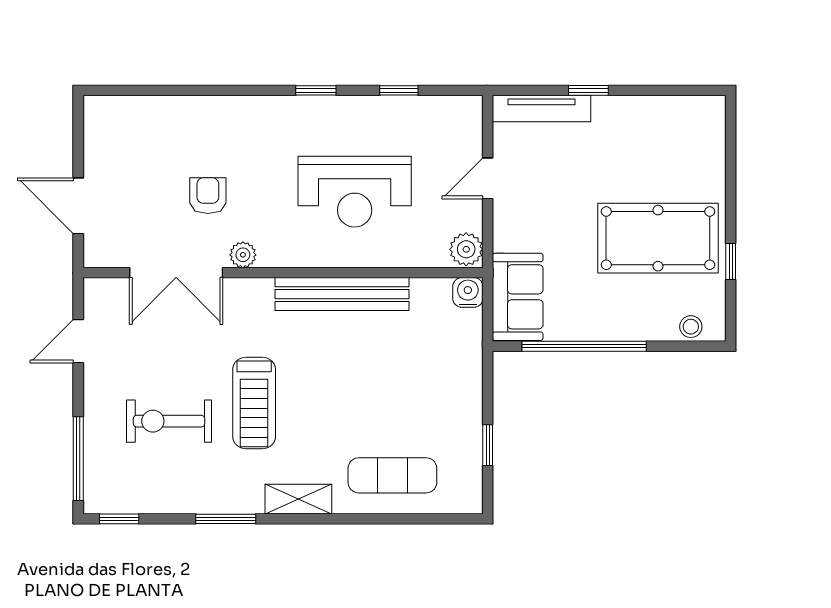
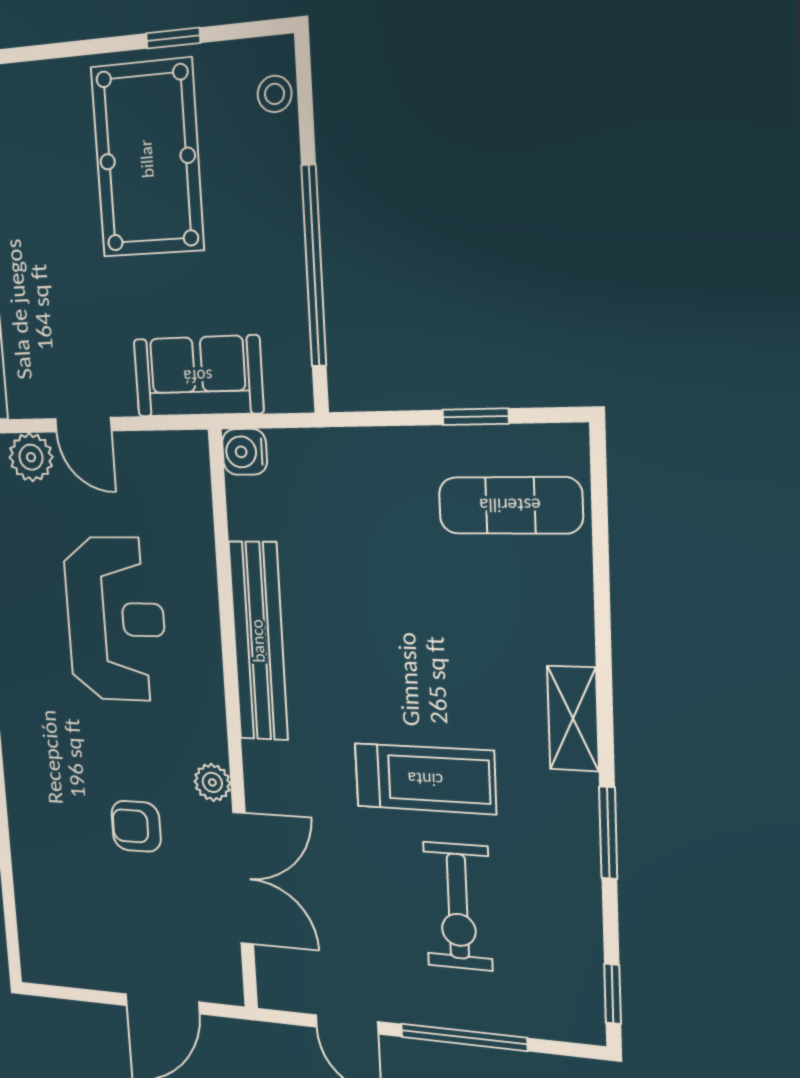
plant: (466, 249) -> (31, 457), moved
sofa: (518, 297) -> (198, 376), moved
window: (78, 459) -> (464, 1037), moved
exercise mat: (392, 475) -> (510, 505), moved, turned 90

